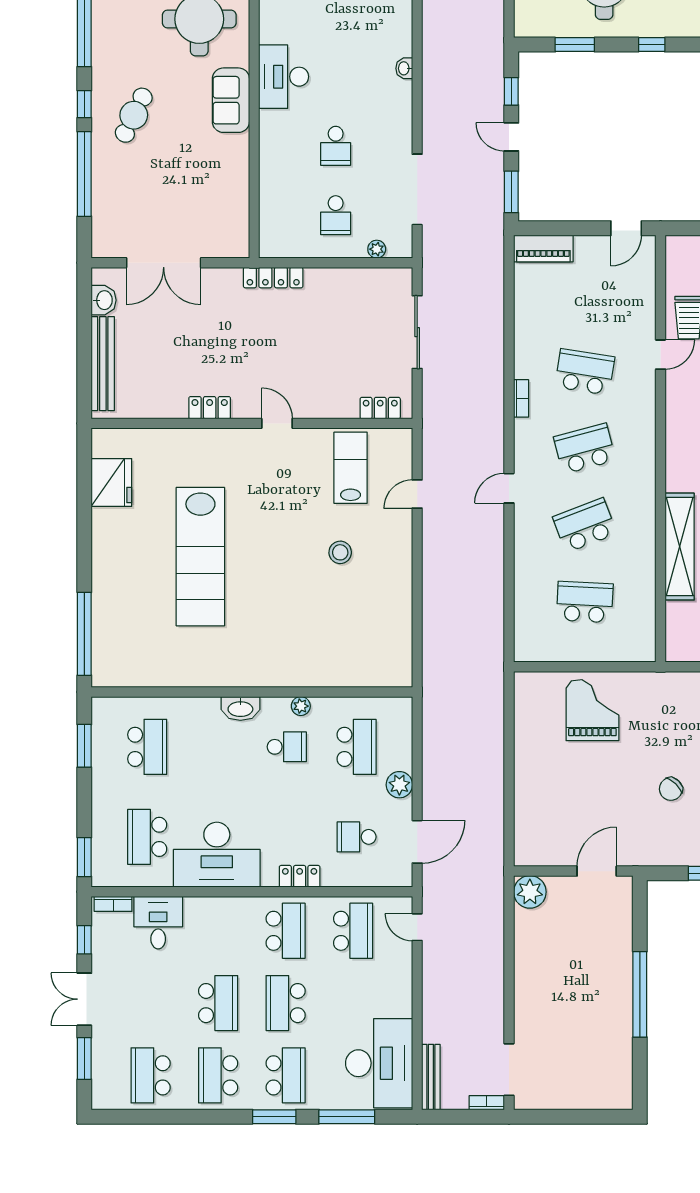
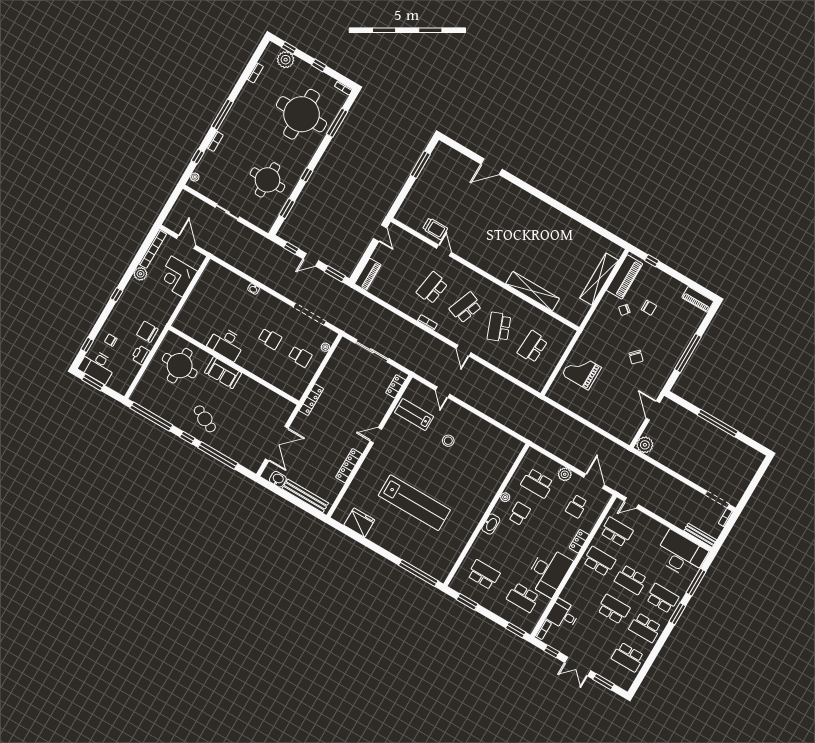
locker: (210, 408) -> (349, 466), width x1.53
school desk: (585, 449) -> (466, 308), turned 36
school desk: (357, 747) -> (537, 483), turned 180

